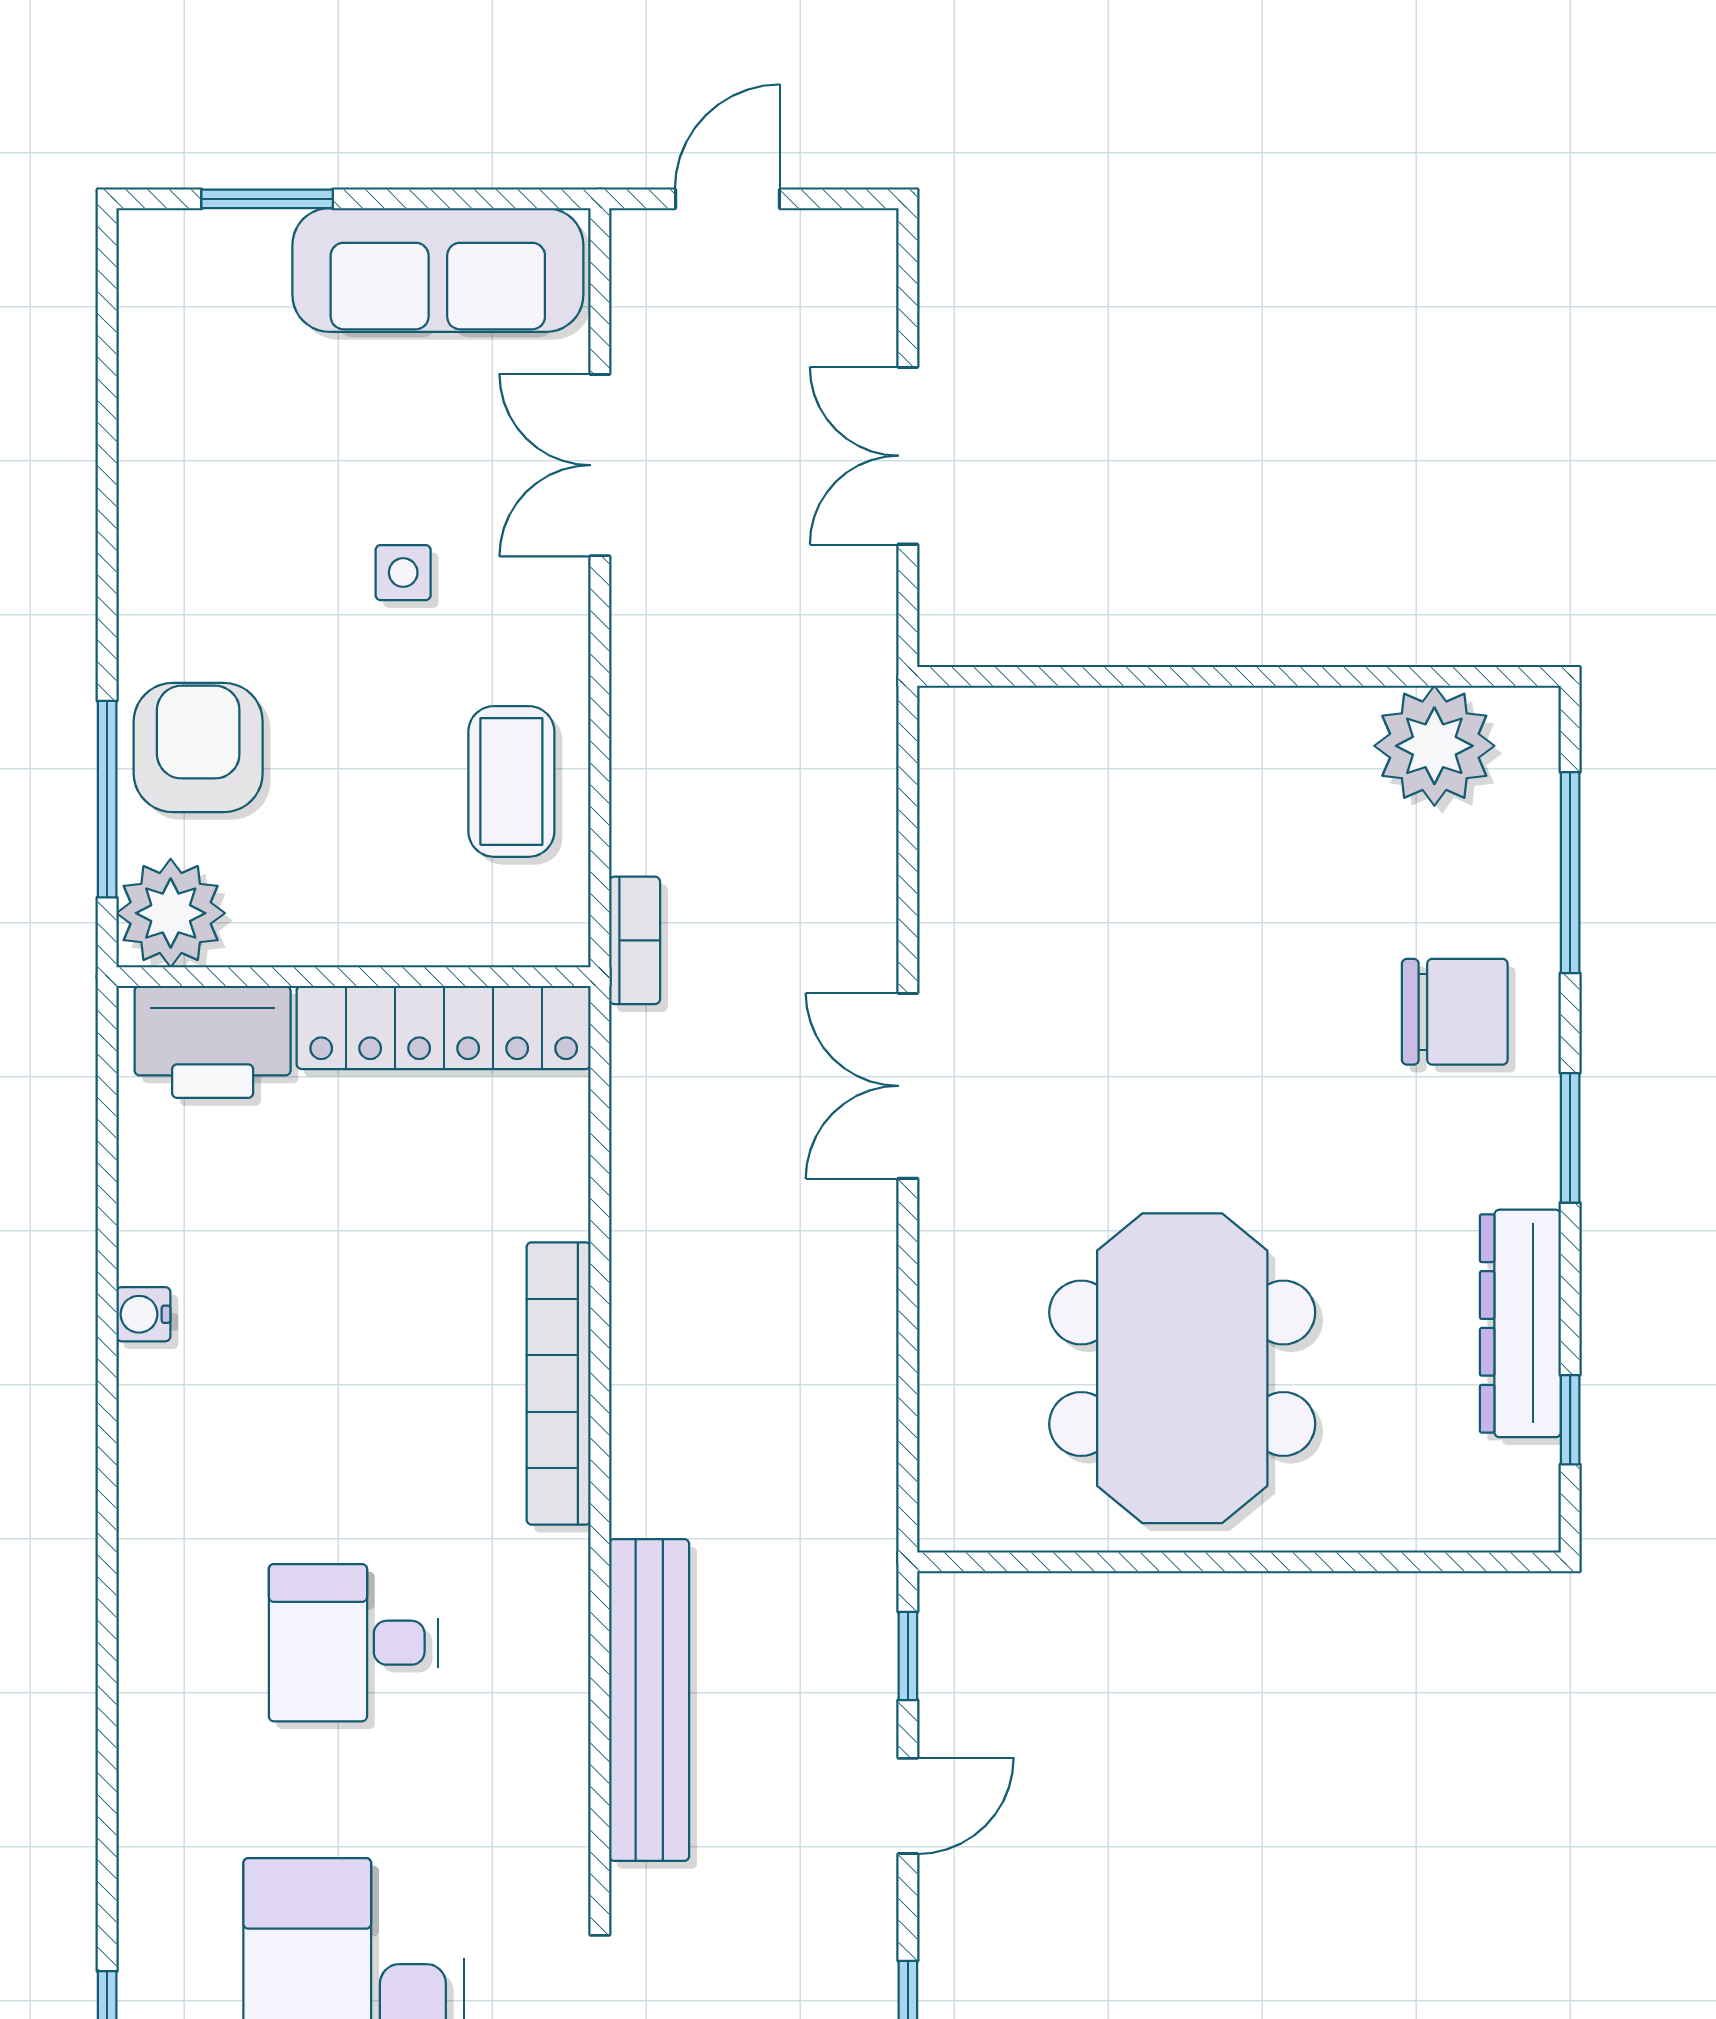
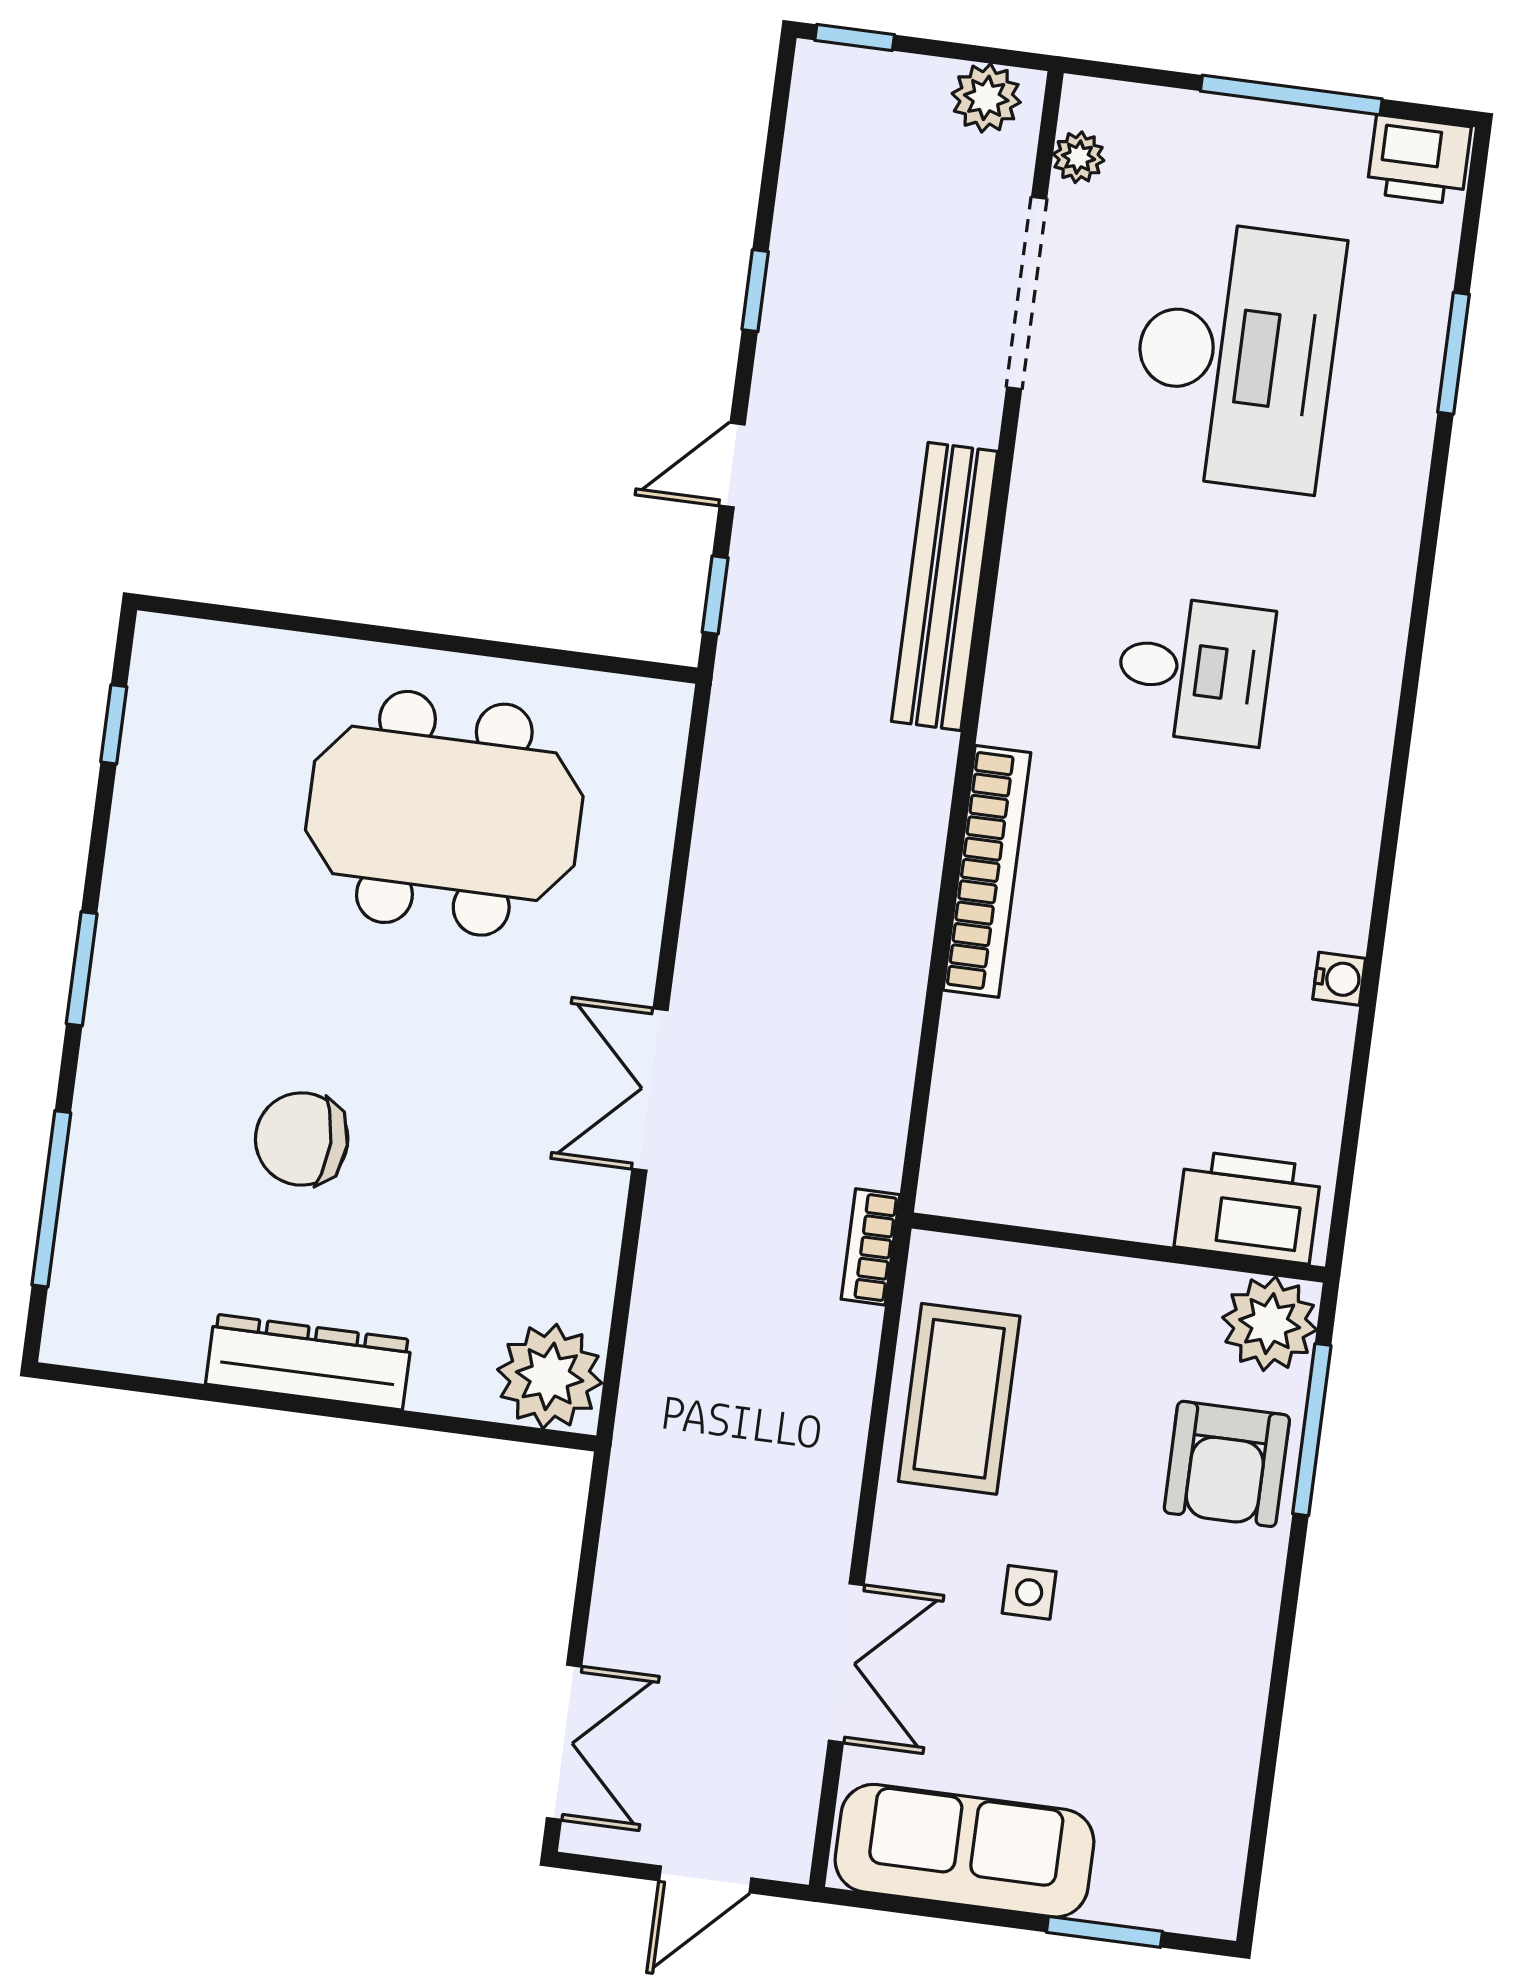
double door: (908, 456) -> (564, 1742), moved
plant: (1434, 746) -> (550, 1376), moved
coffee table: (511, 781) -> (959, 1399), width x1.36, depth x1.32
chair: (1455, 1012) -> (302, 1139), moved
locker: (444, 1027) -> (1046, 1193), removed
double door: (908, 1086) -> (650, 1090), swing flipped
dresser: (1520, 1323) -> (309, 1362), moved, turned -90
meeting table: (1182, 1368) -> (444, 813), turned 90

